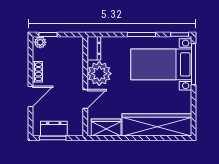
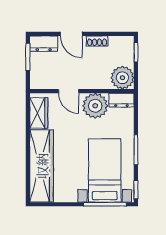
plant: (40, 42) -> (122, 78), moved, width x1.88, depth x1.88
dresser: (54, 129) -> (44, 44), moved, turned 90

